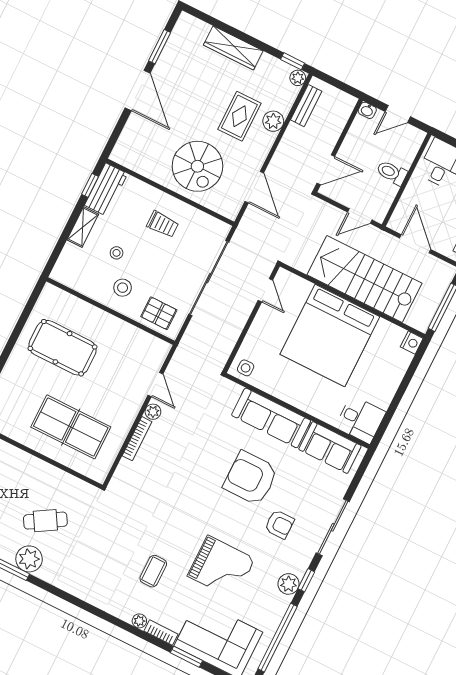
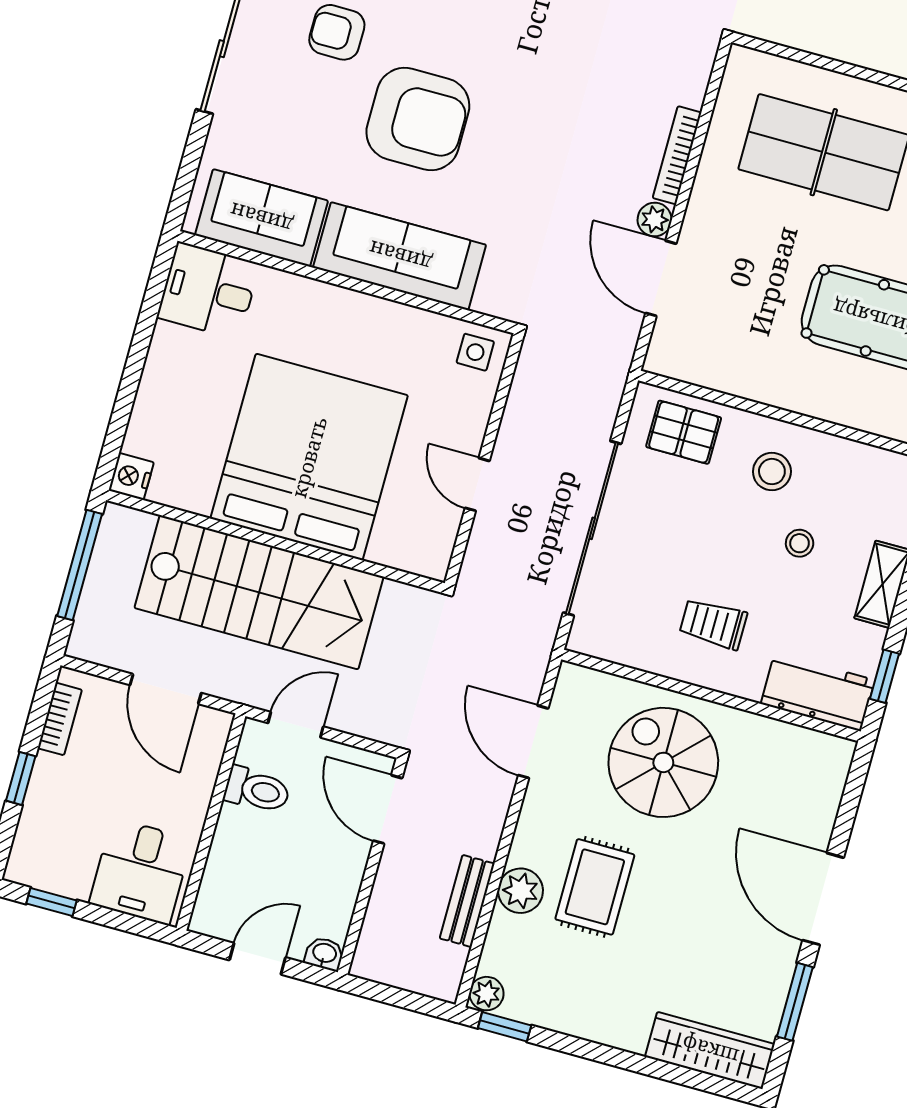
wardrobe: (233, 48) -> (710, 1050), moved
bench: (306, 106) -> (467, 901), moved
door: (326, 170) -> (388, 809), hinge flipped
toilet: (392, 173) -> (257, 790), moved
workbench: (106, 189) -> (818, 692), moved, turned 90
door: (265, 290) -> (477, 484), moved
door: (155, 385) -> (661, 278), width x1.38

